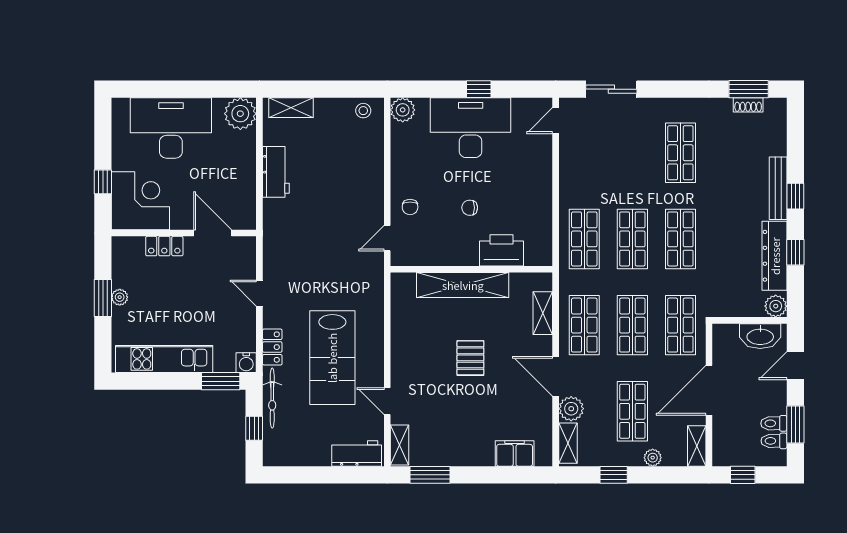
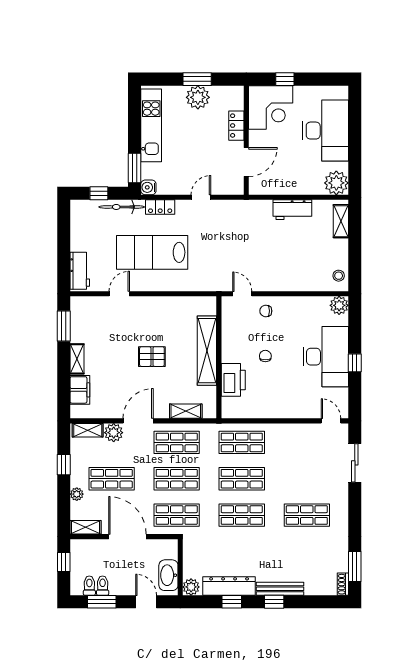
shoe rack: (748, 105) -> (343, 584), moved
plant: (120, 297) -> (198, 97), width x1.88, depth x1.88
shelving: (400, 445) -> (77, 359), moved, turned 90

